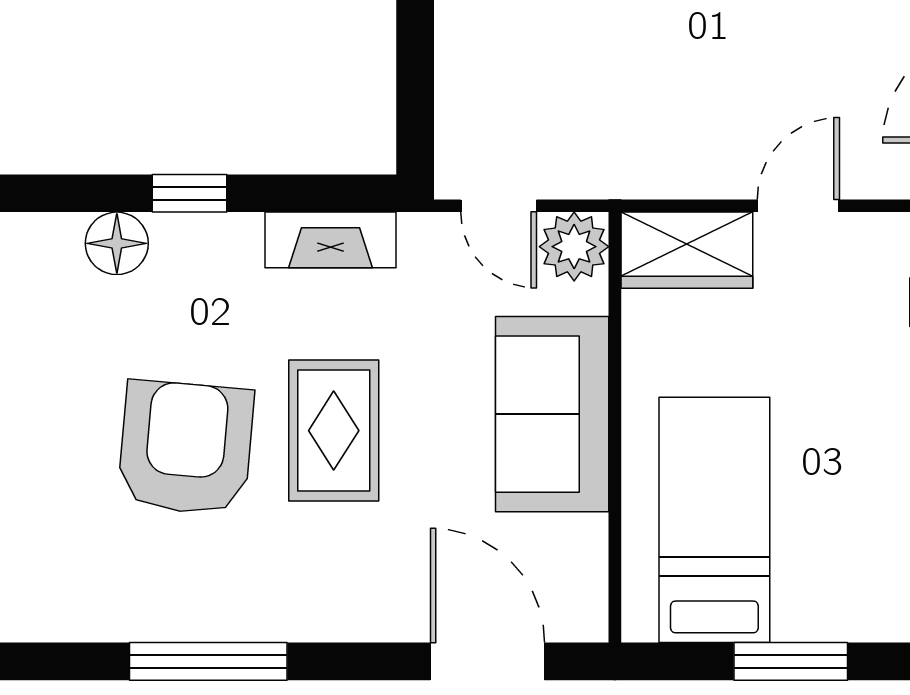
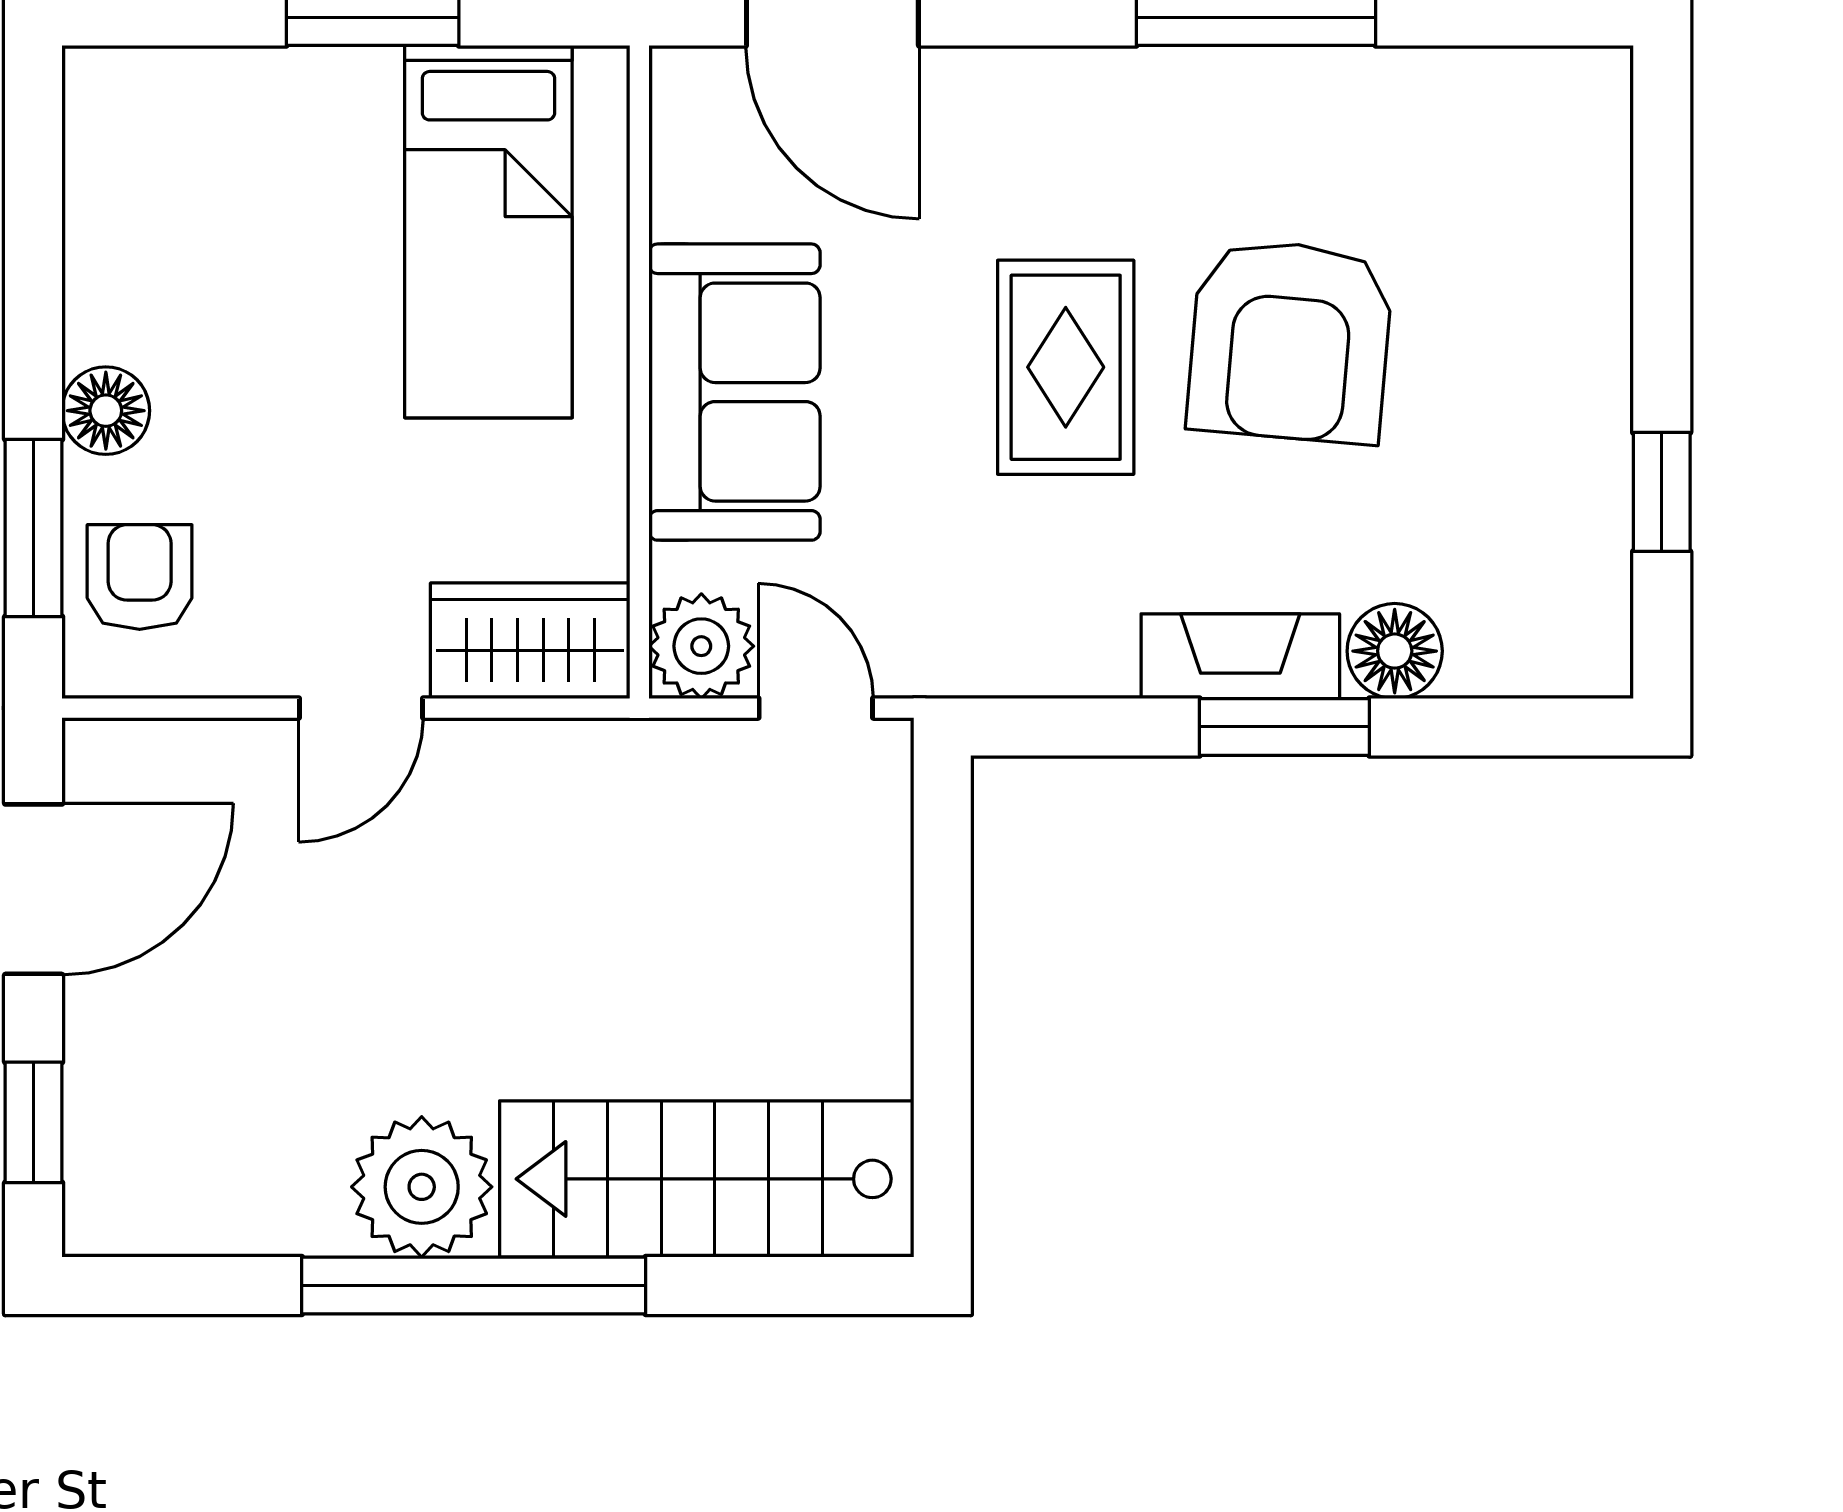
window: (189, 193) -> (1284, 727), width x1.50
fireplace: (331, 240) -> (1240, 656), moved

